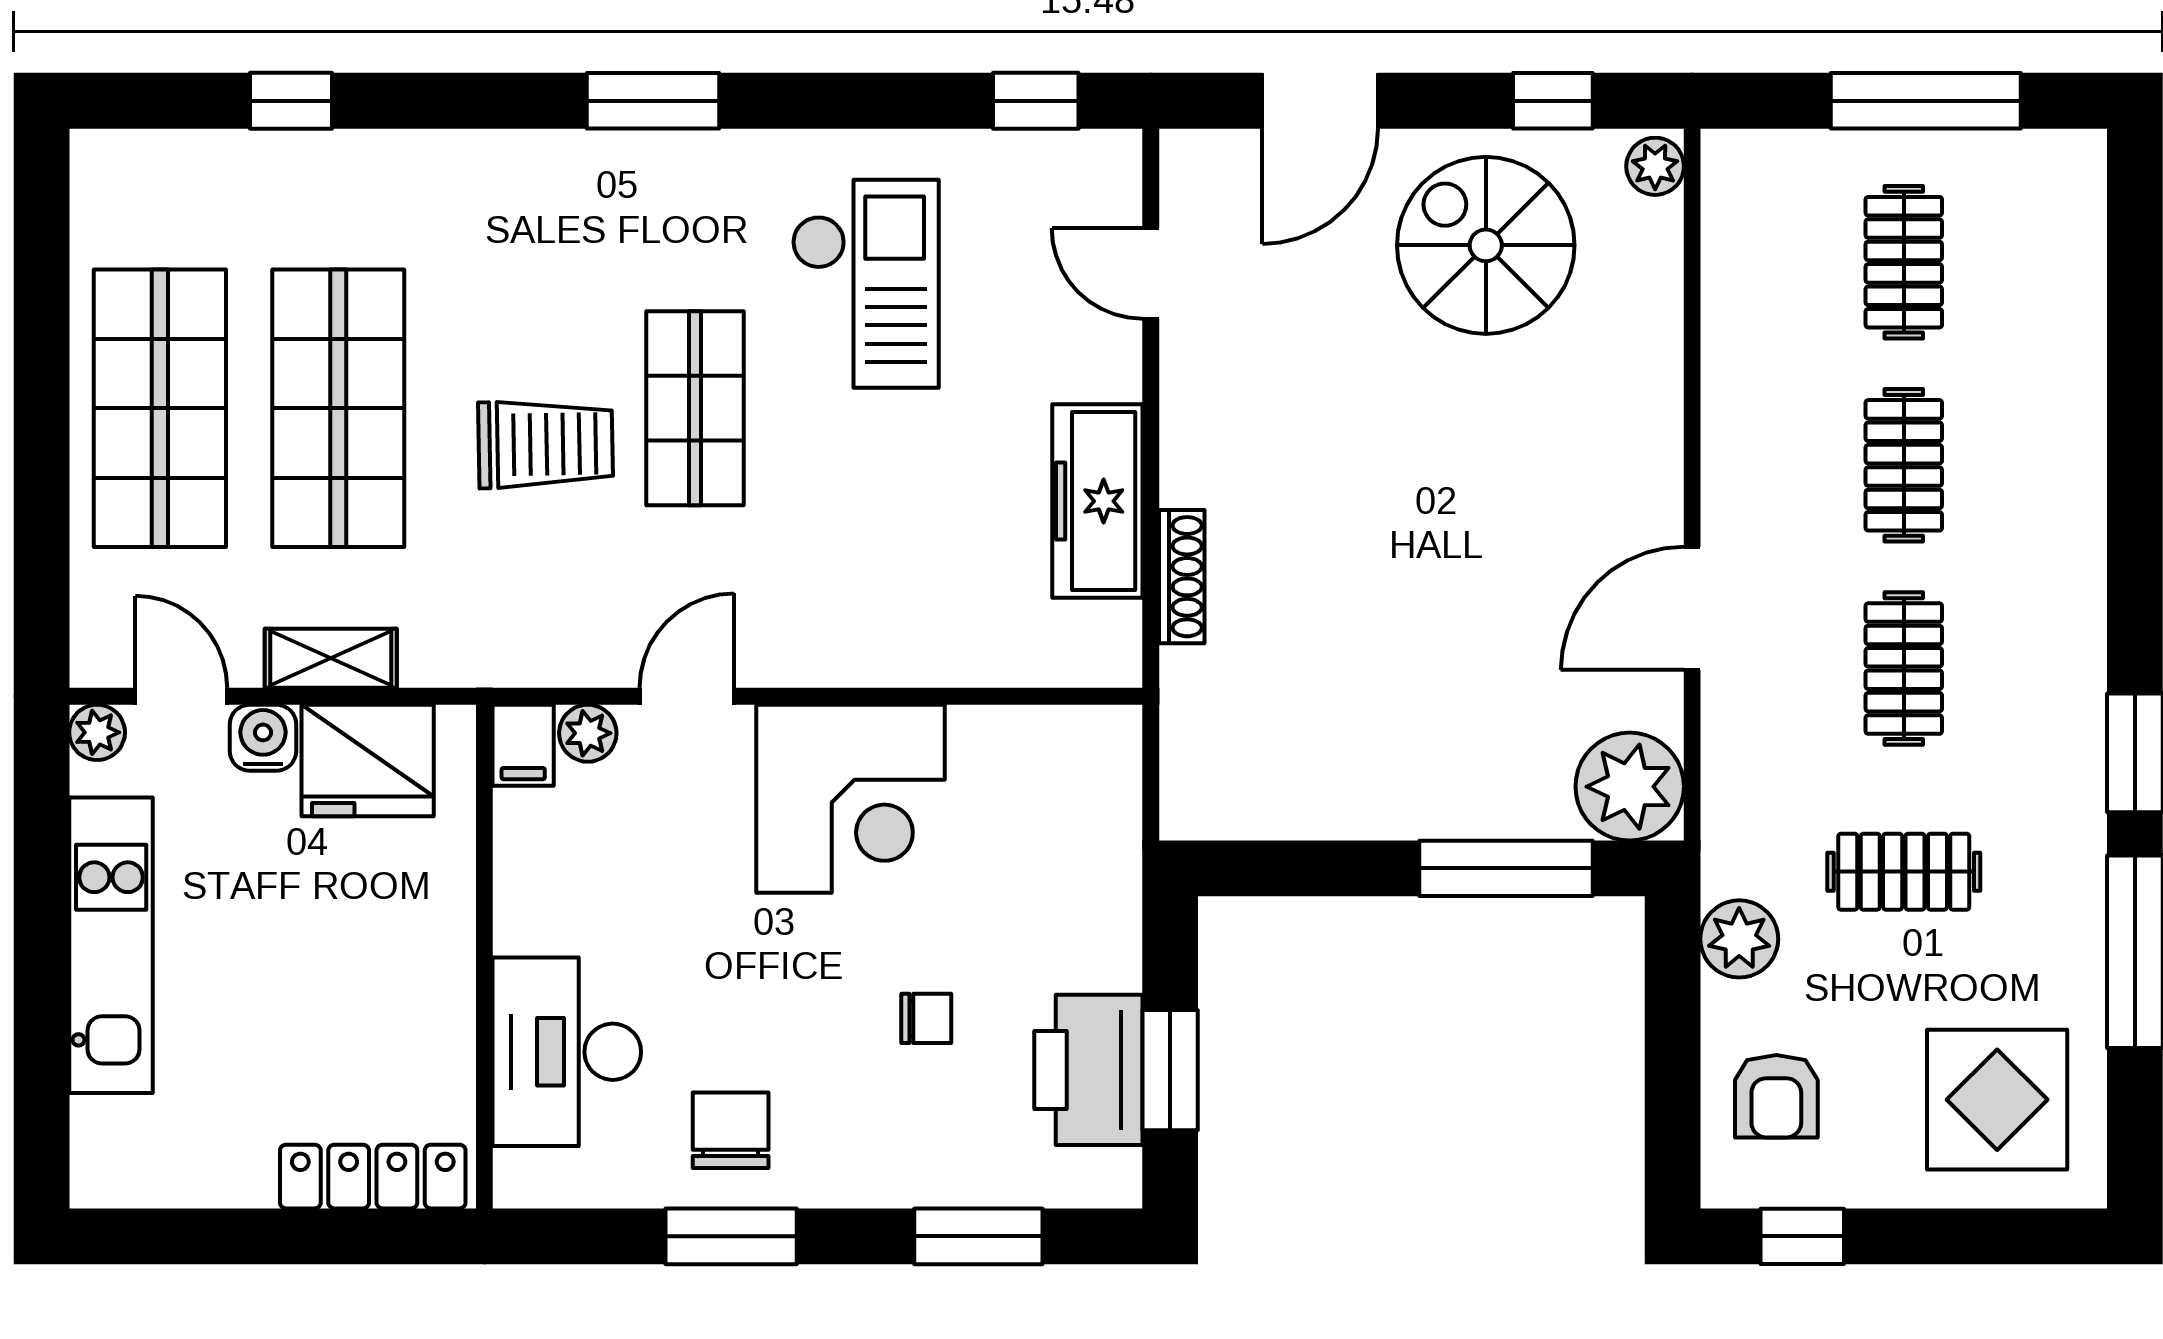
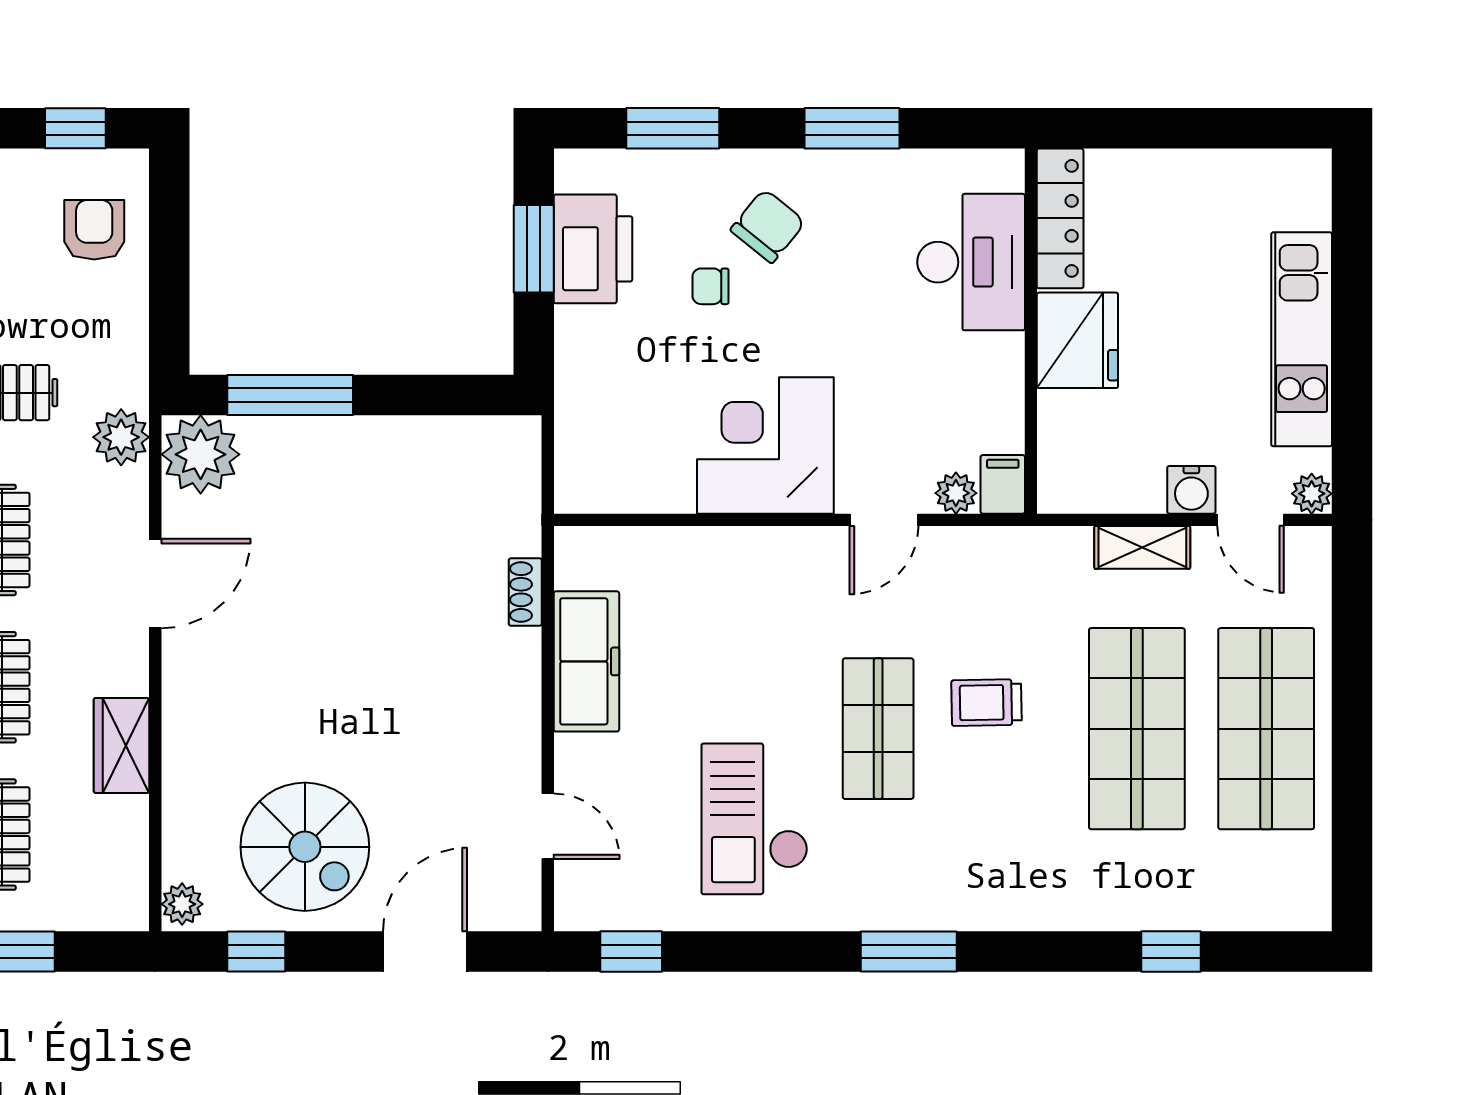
wardrobe: (1739, 385) -> (122, 745), added
trolley: (546, 444) -> (987, 703), width x0.73, depth x0.72
shoe rack: (1182, 577) -> (525, 592), width x0.70
fridge: (368, 761) -> (1077, 340), moved, turned 90
plant: (1739, 939) -> (121, 437), moved
chair: (731, 1130) -> (768, 226), moved, turned -141
locker: (373, 1177) -> (1060, 218), moved, turned -90

